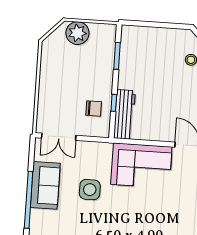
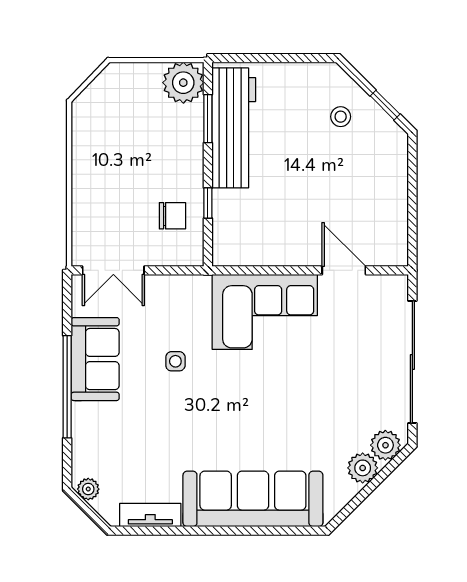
plant: (77, 33) -> (183, 83), moved
workbench: (124, 114) -> (234, 128), moved, width x1.36, depth x1.32
side table: (90, 190) -> (175, 361), width x0.54, depth x0.54

